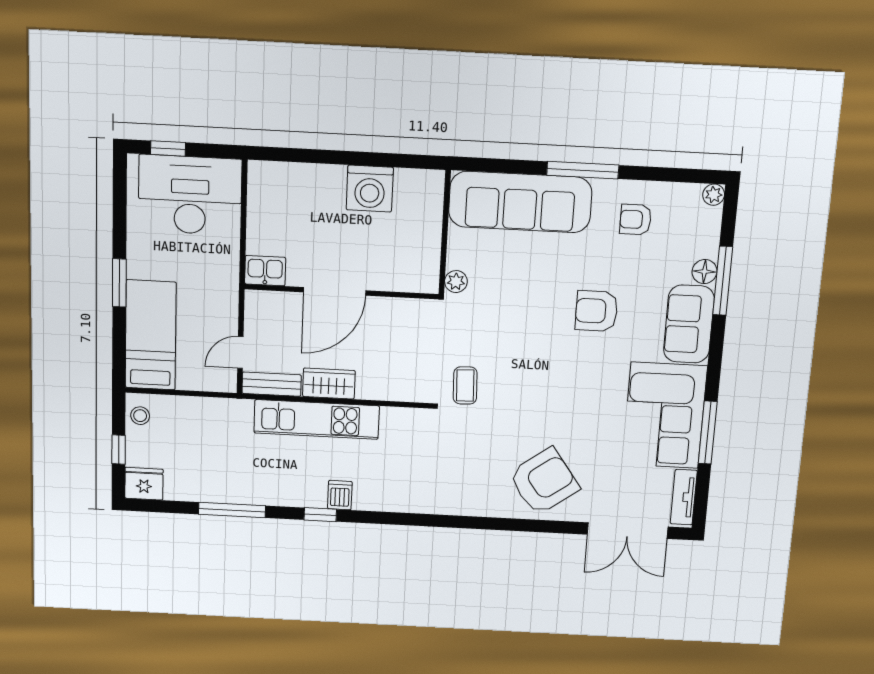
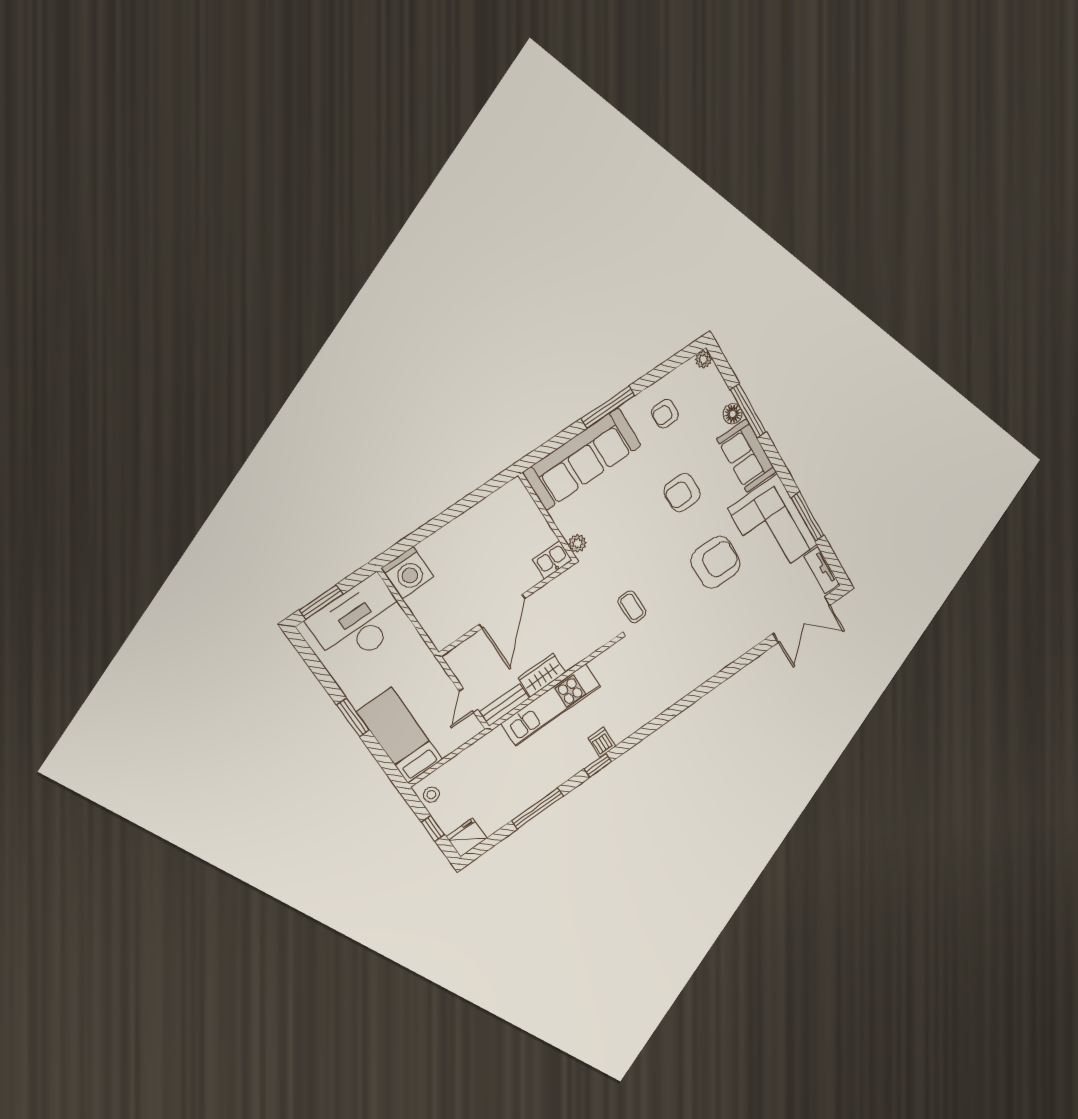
window: (168, 148) -> (321, 602), width x1.50
washing machine: (370, 189) -> (408, 572), moved
kitchen sink: (265, 271) -> (552, 560), moved
armchair: (544, 481) -> (716, 562), moved, turned 36

